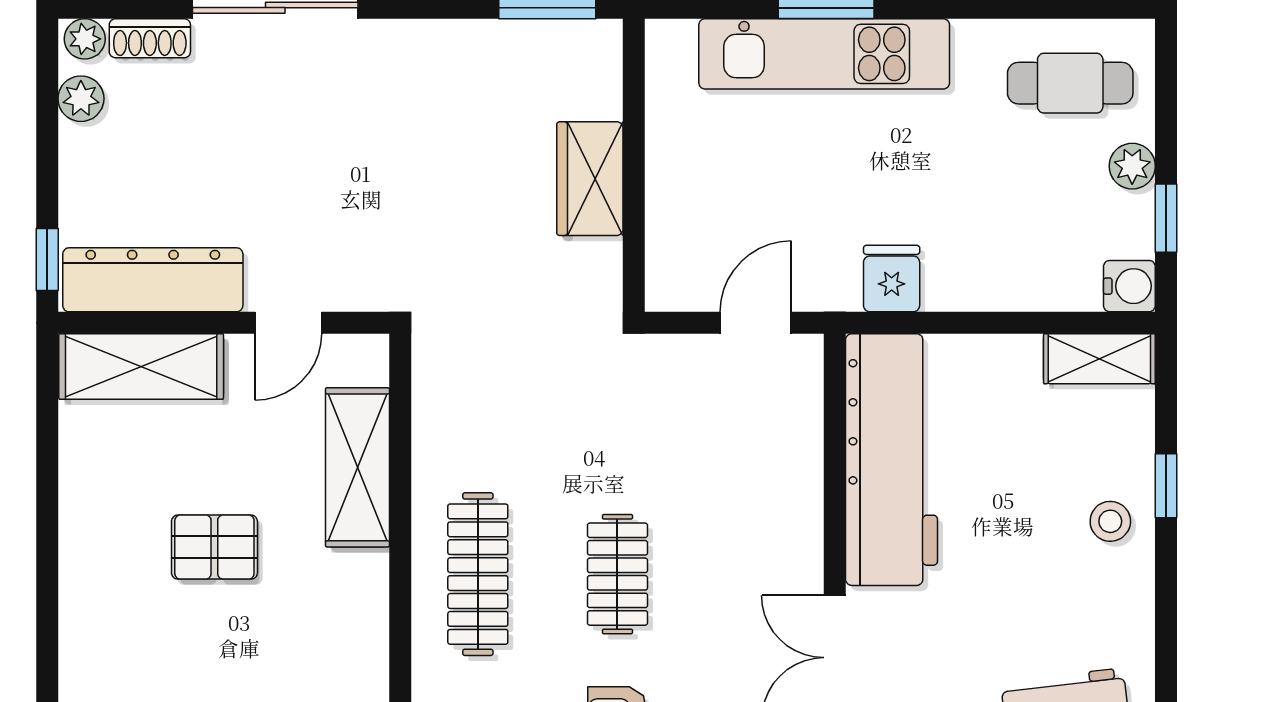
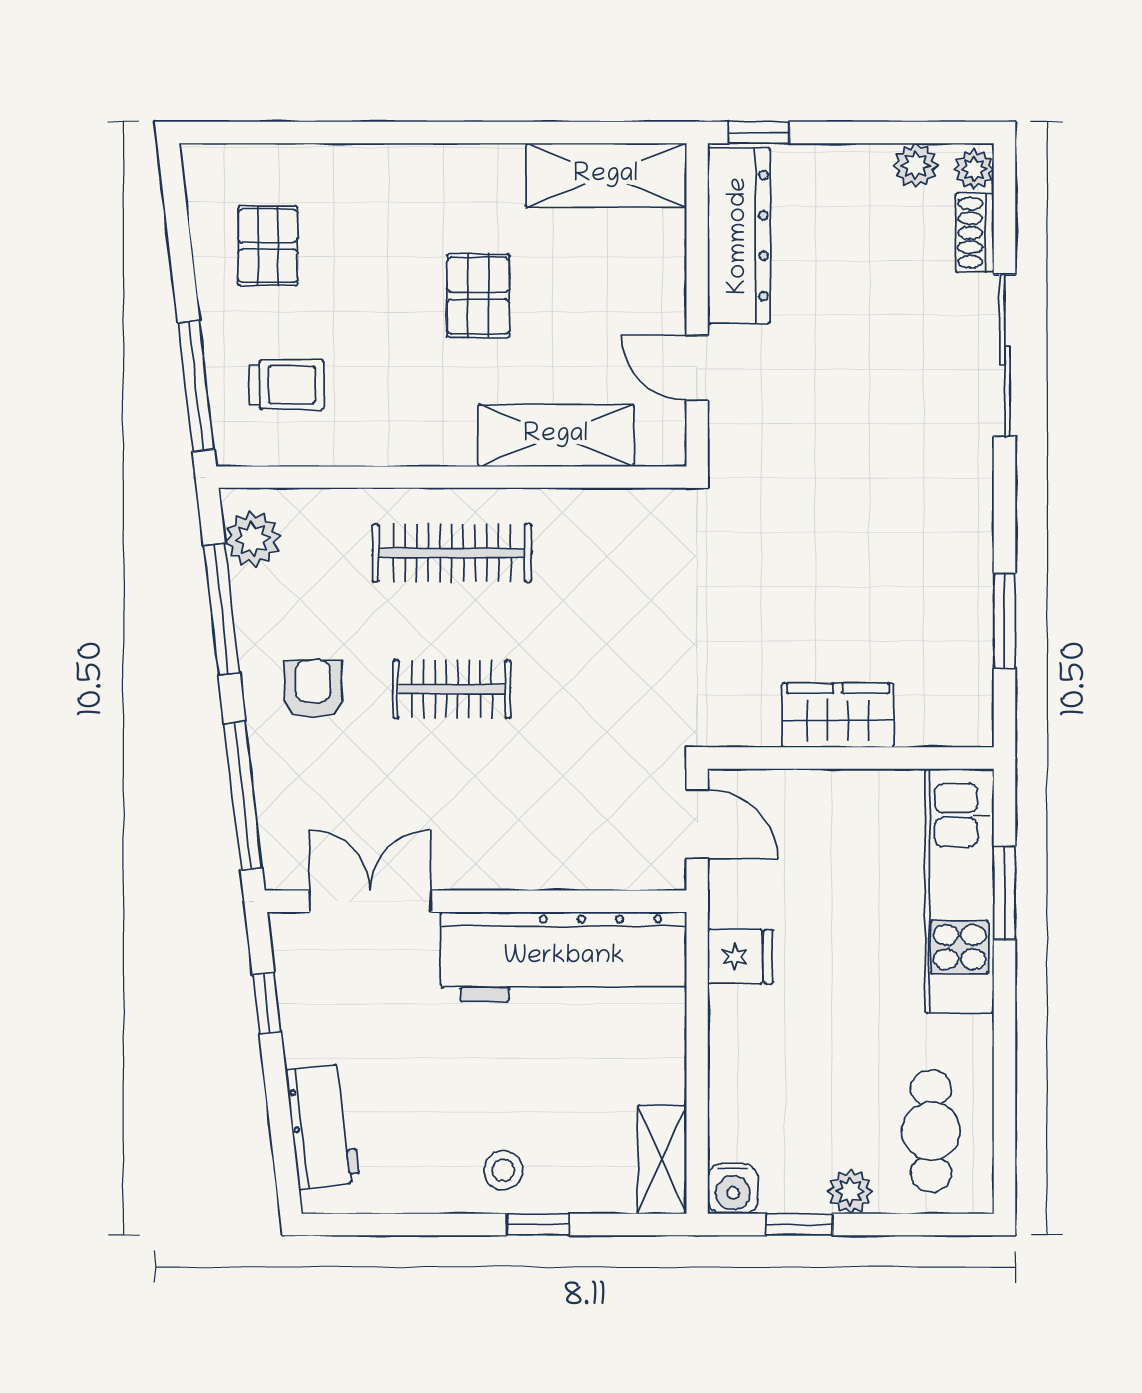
wall: (634, 165) -> (851, 758), moved
wardrobe: (590, 179) -> (838, 715), moved
shelving: (141, 367) -> (606, 175), moved, turned 90

